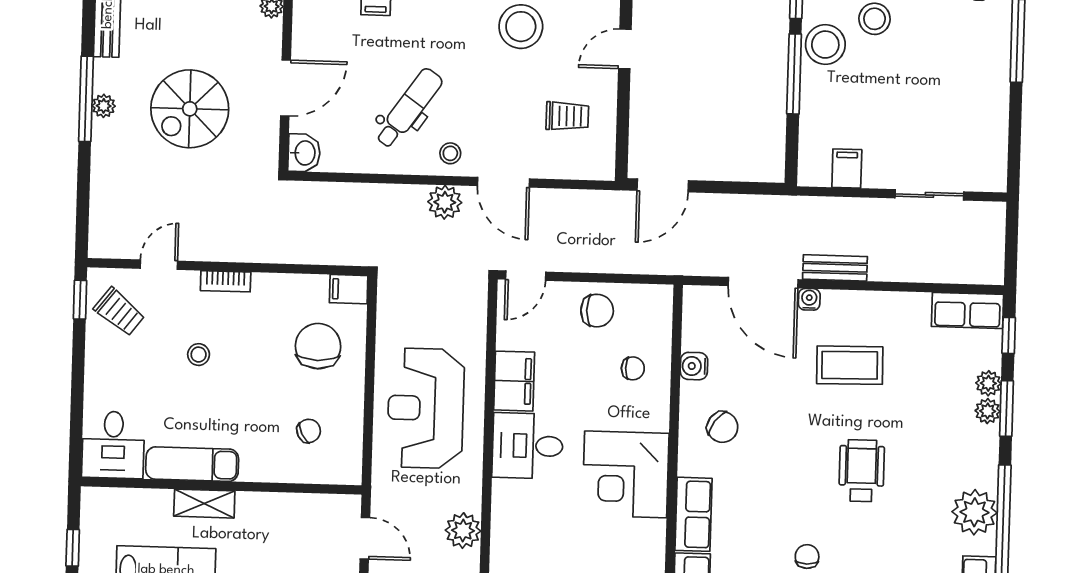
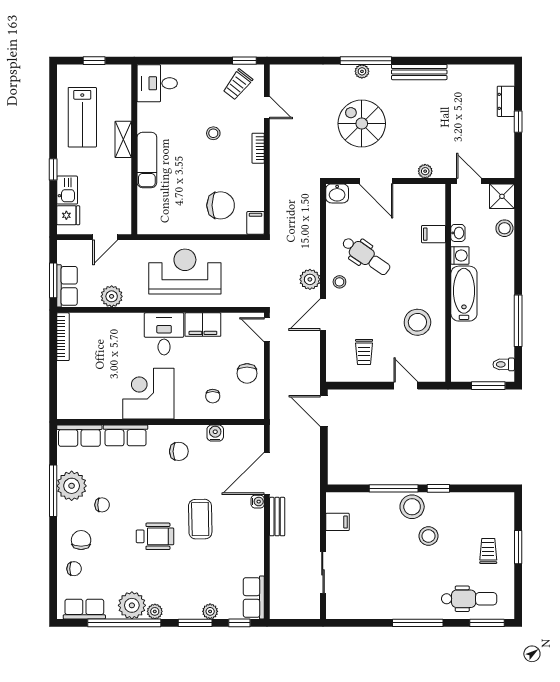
coffee table: (850, 365) -> (200, 519), moved
plant: (988, 411) -> (155, 611), moved
chair: (722, 427) -> (179, 451), turned -126
chair: (309, 431) -> (169, 201), removed
exam couch: (192, 464) -> (147, 160), moved

